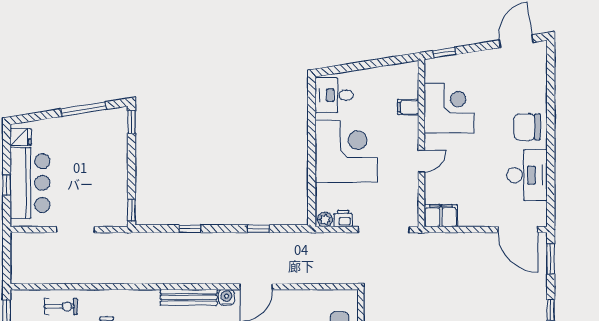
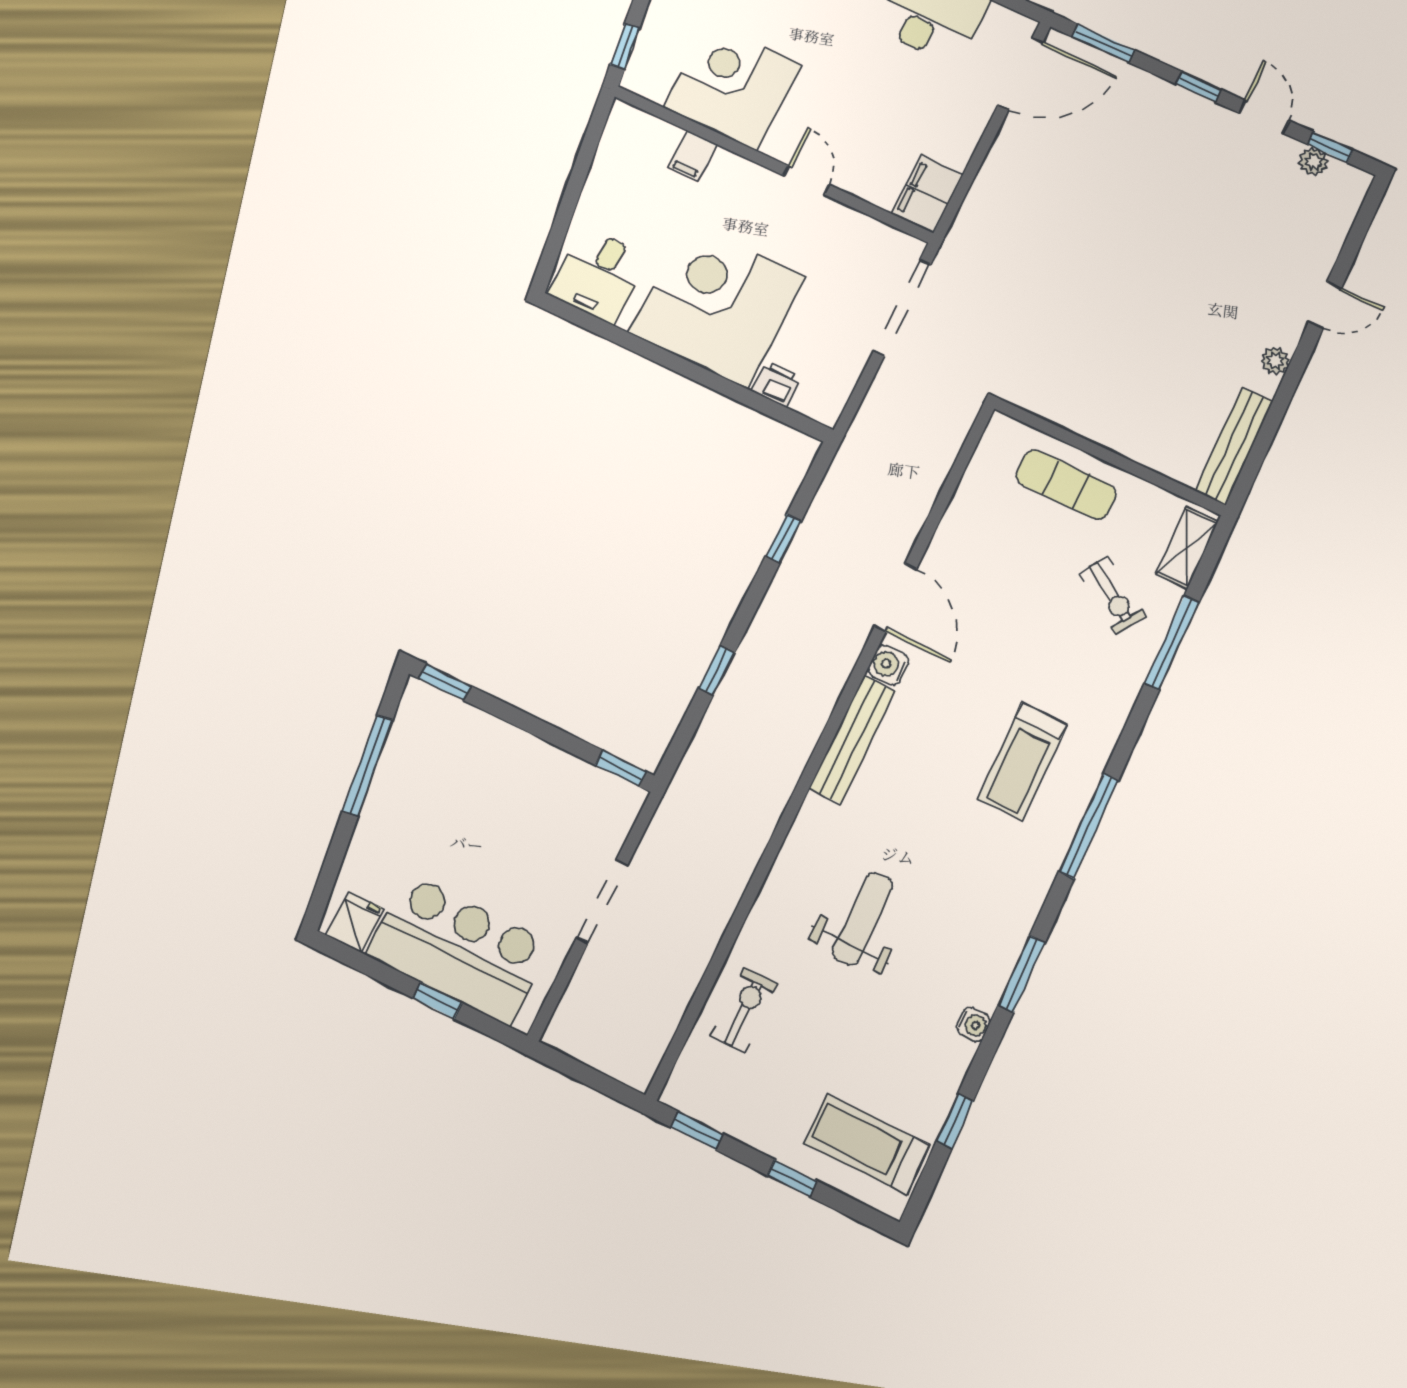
printer: (343, 219) -> (776, 384), moved, turned 90
plant: (325, 220) -> (829, 405), removed

